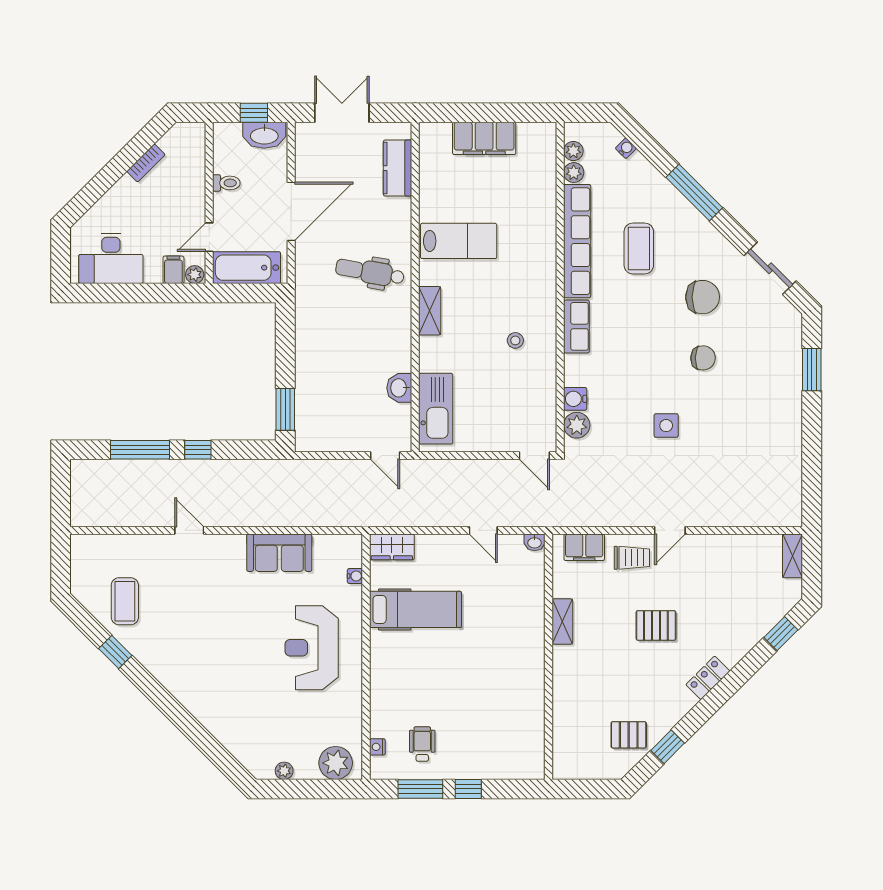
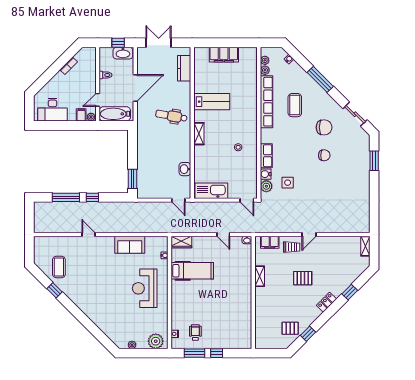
row of seats: (576, 326) -> (266, 156), moved
kitchen sink: (436, 409) -> (211, 191), moved, turned -90
side table: (666, 426) -> (288, 183), moved
window: (781, 634) -> (350, 292), moved

